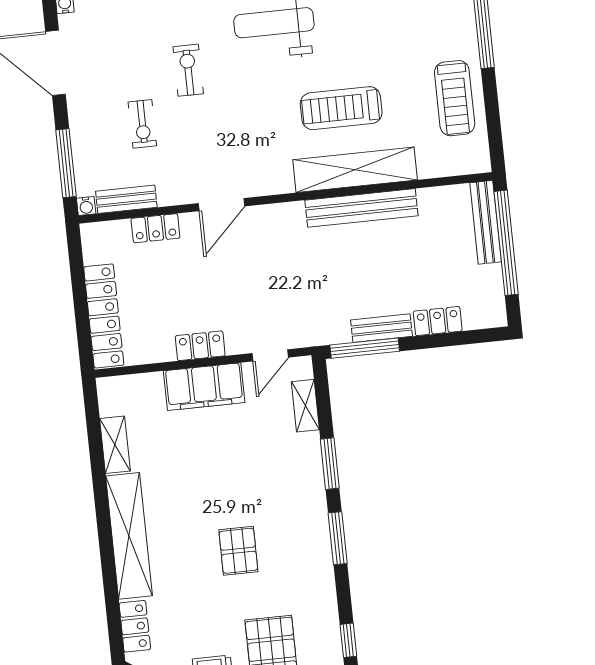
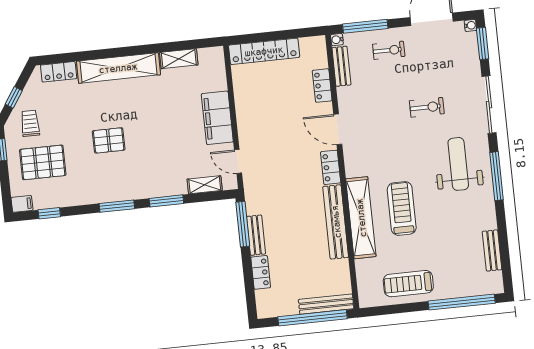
exercise bike: (142, 124) -> (389, 50), moved, turned 180
locker: (200, 346) -> (331, 167), moved, turned 180

